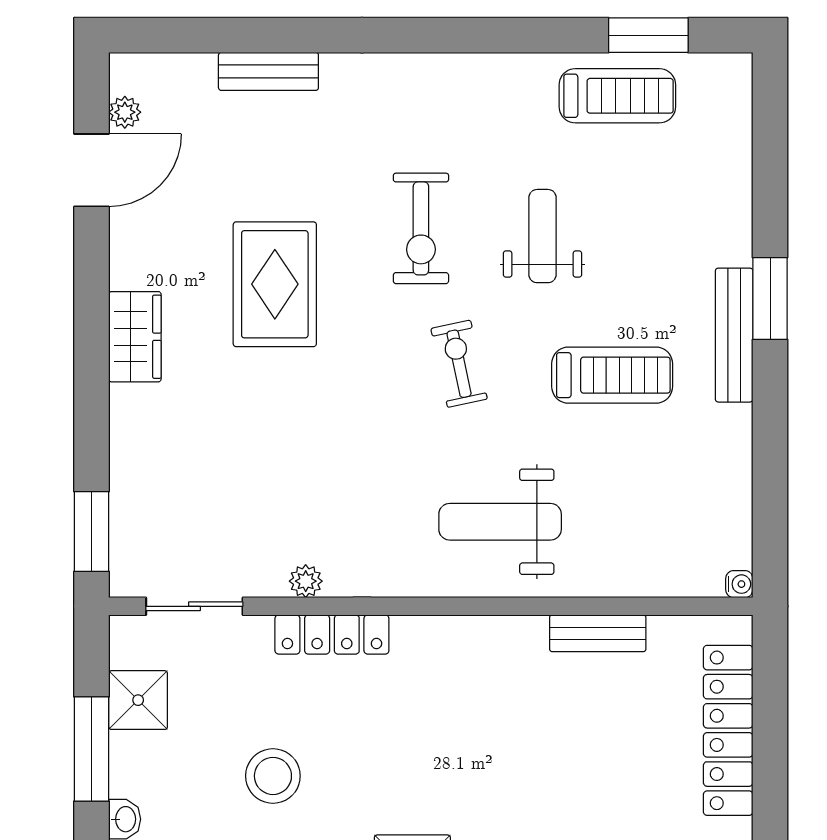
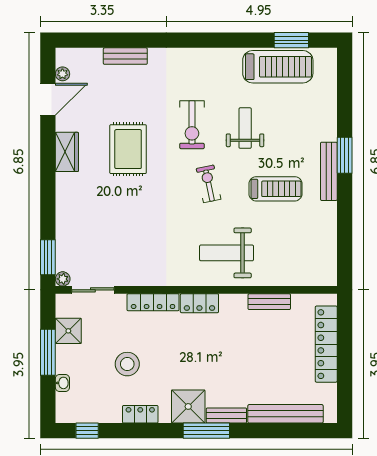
treadmill: (617, 96) -> (278, 67), width x1.37, depth x1.38
wardrobe: (135, 337) -> (67, 152), moved
plant: (306, 581) -> (63, 279), moved
water cooler: (739, 584) -> (331, 280), removed
locker: (438, 637) -> (199, 303), added

